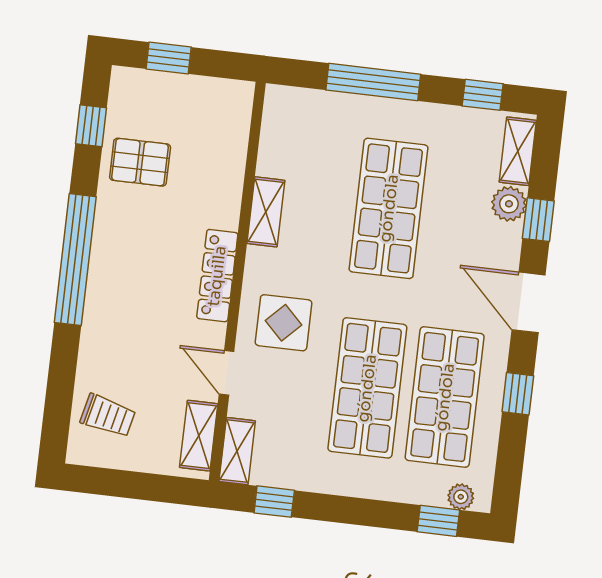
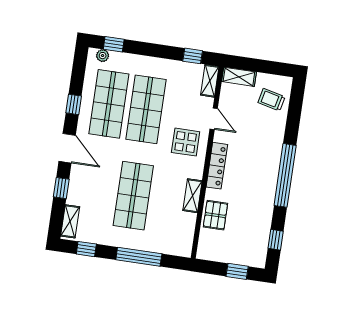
pallet: (140, 162) -> (215, 215), moved, turned 90
plant: (509, 204) -> (75, 196), removed
shelving: (199, 436) -> (239, 77), moved, turned 90

